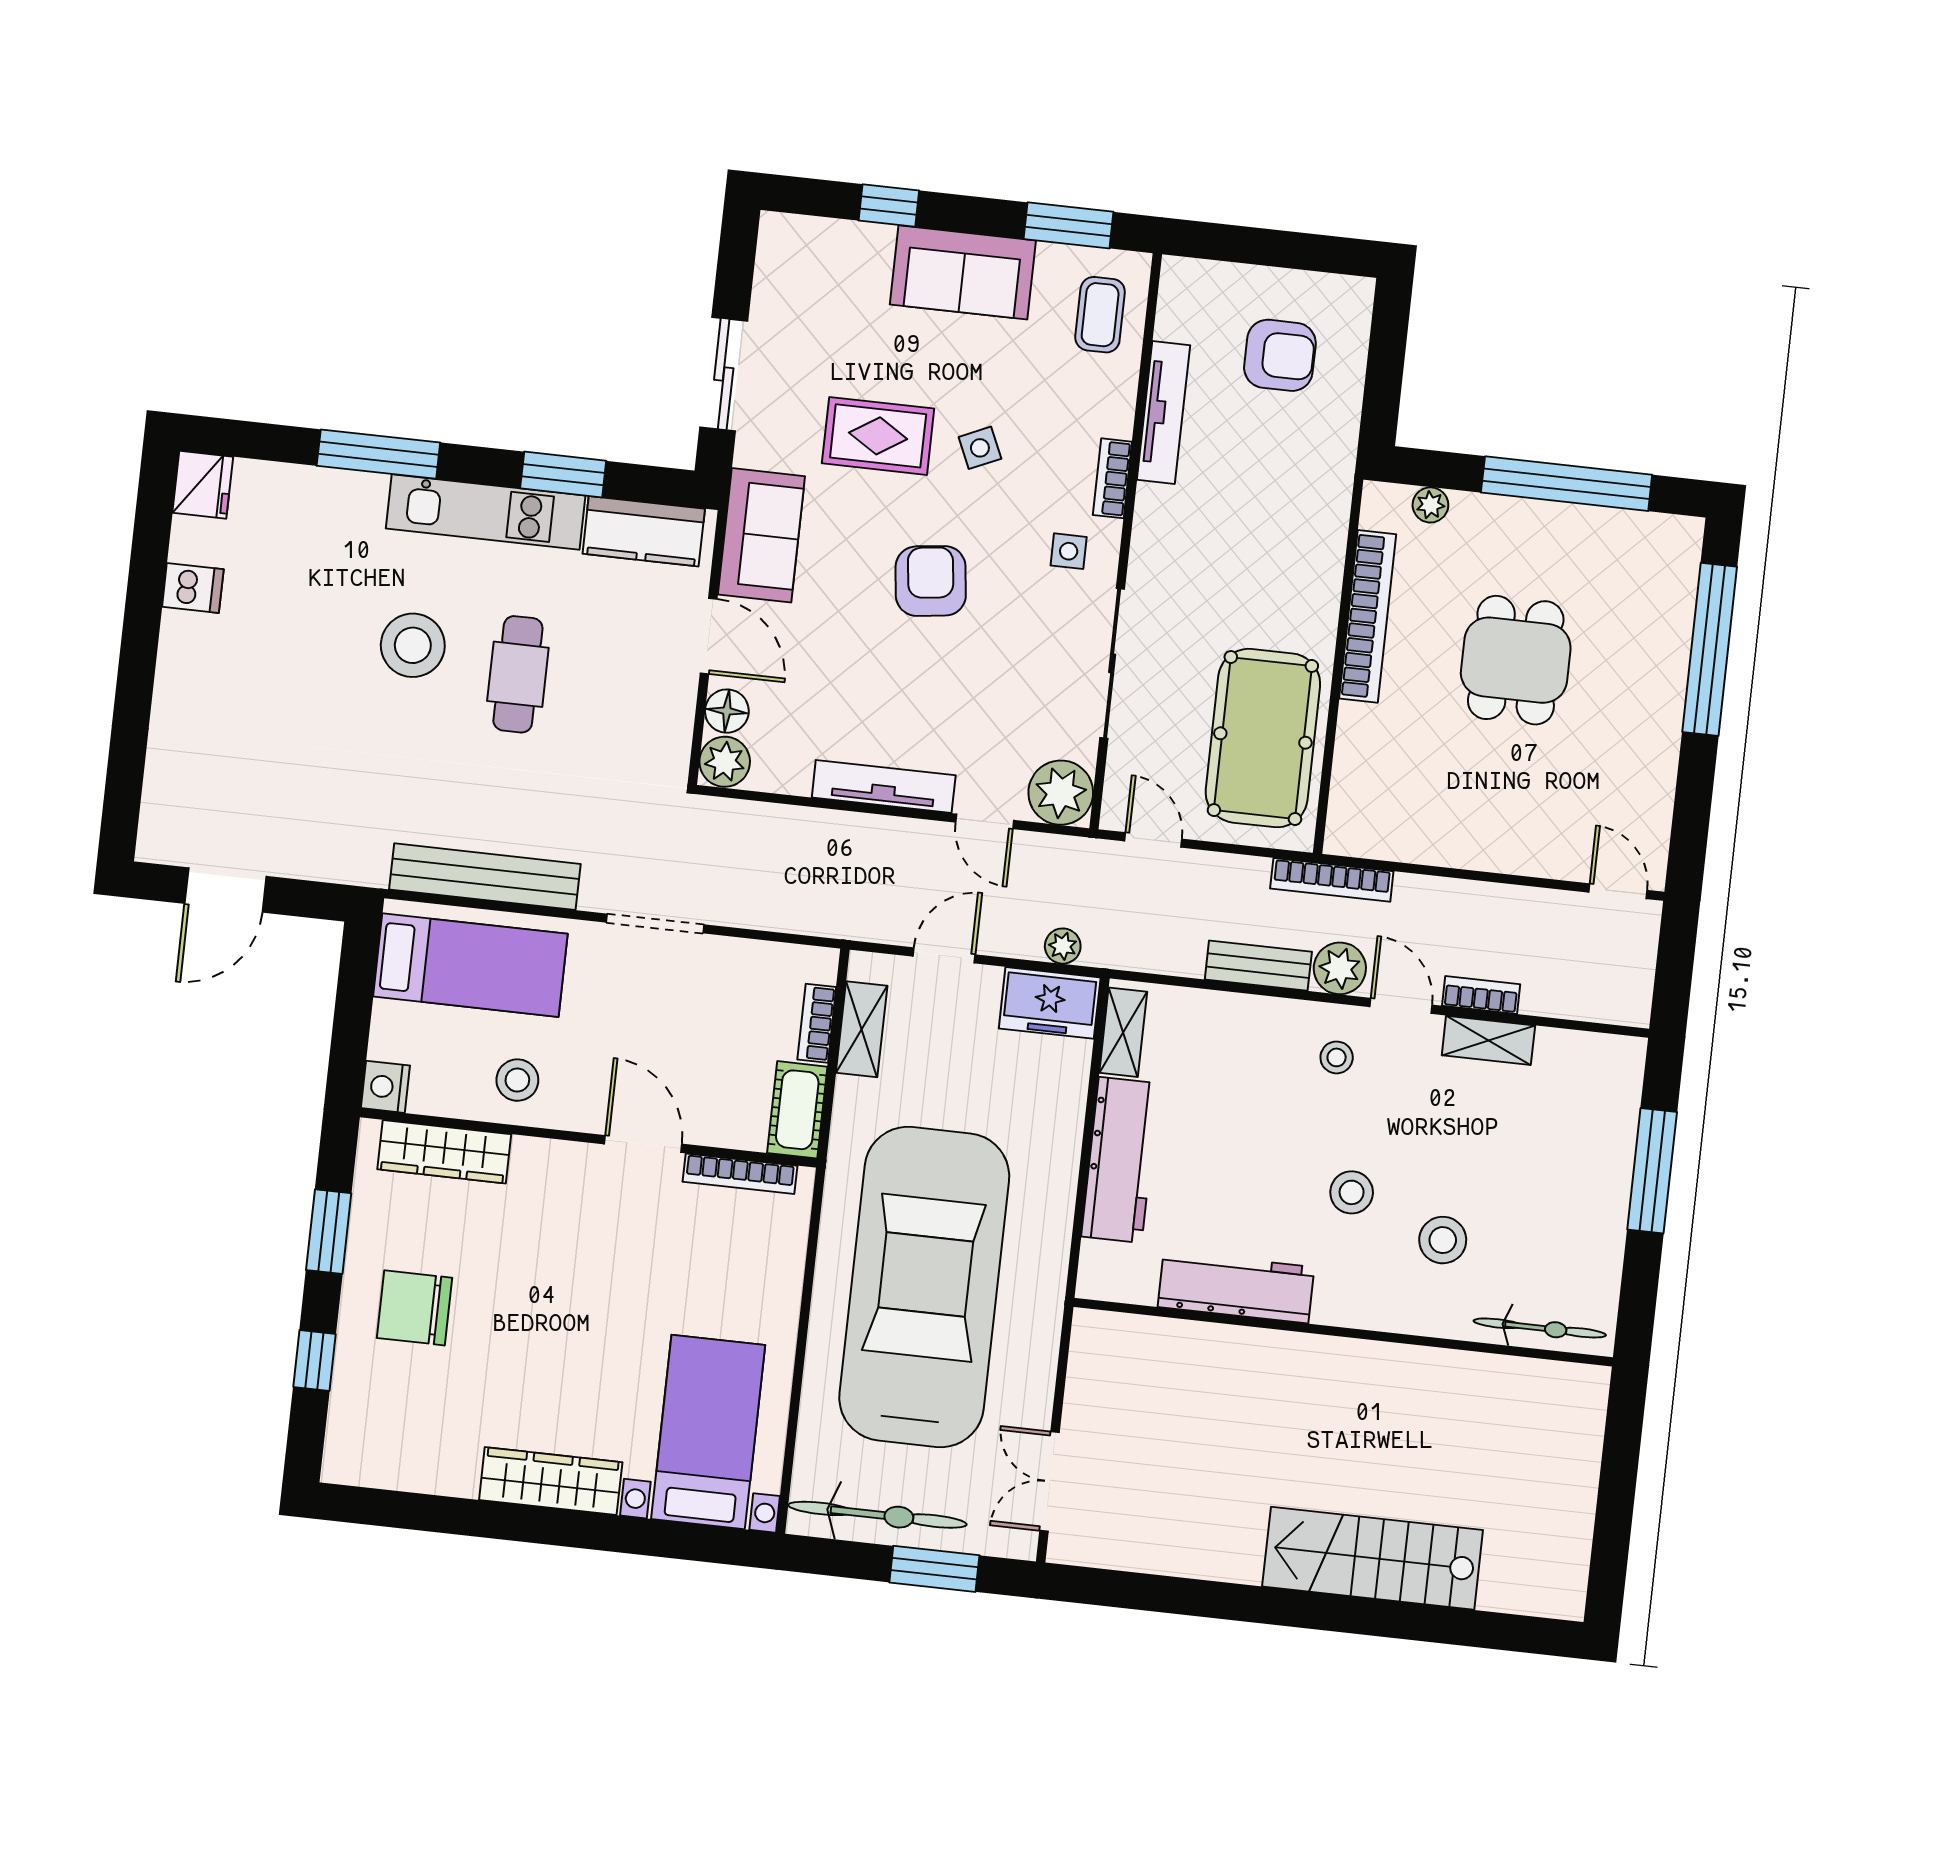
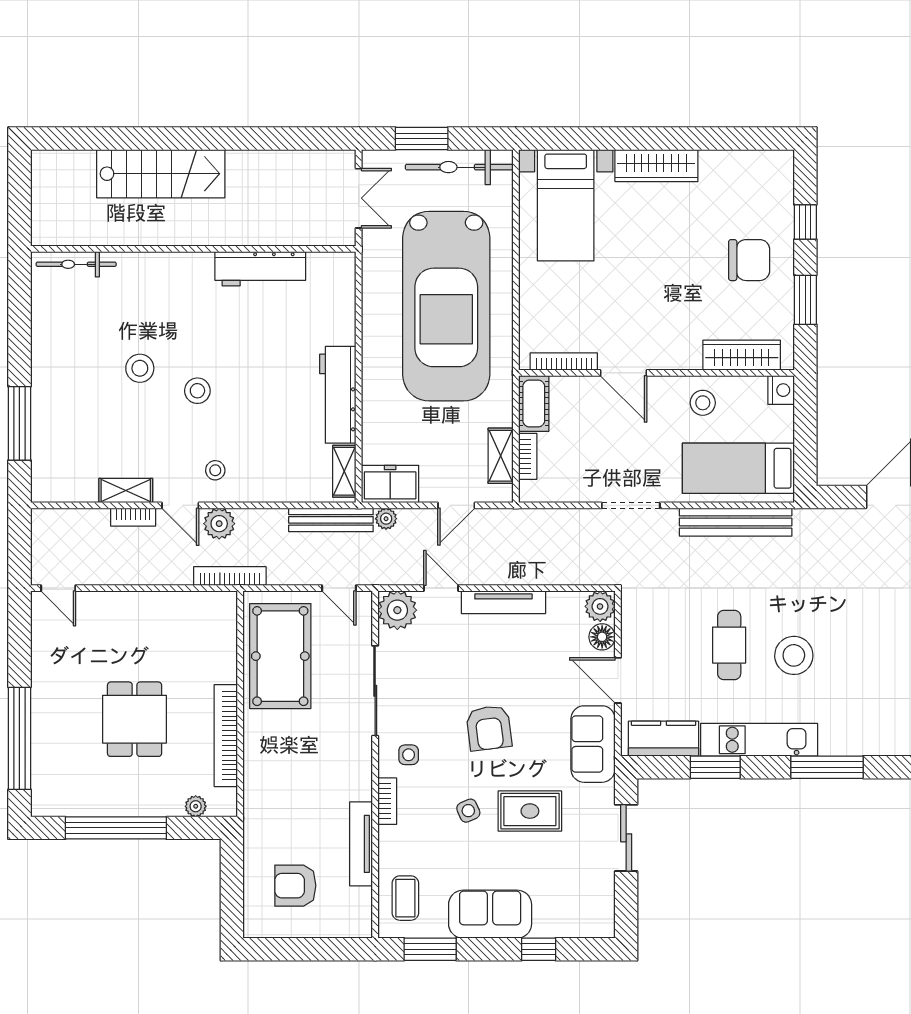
bench: (1258, 966) -> (331, 520), moved, width x1.36
workbench: (1236, 1287) -> (260, 269), moved
bicycle: (1540, 1328) -> (76, 264), moved
wall: (1343, 1332) -> (193, 249), moved

